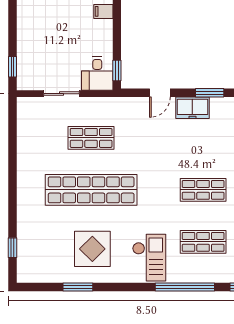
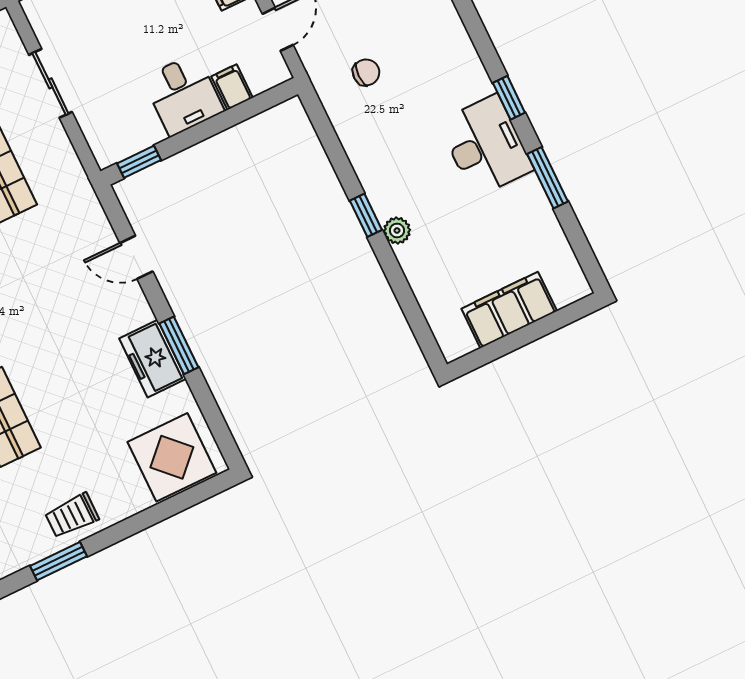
desk: (97, 74) -> (183, 95), moved, turned -90
freezer: (192, 108) -> (153, 359), moved

